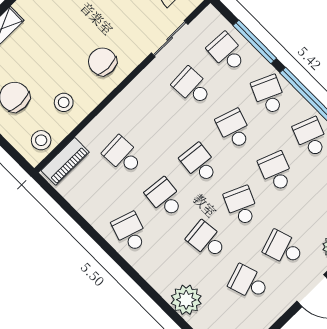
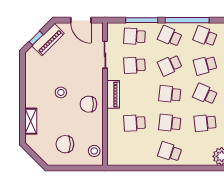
chair: (102, 62) -> (88, 104), moved
stool: (64, 102) -> (61, 92), moved
school desk: (234, 129) -> (170, 65), turned -42
piano: (65, 161) -> (113, 94), moved
school desk: (276, 171) -> (205, 65), turned -36

